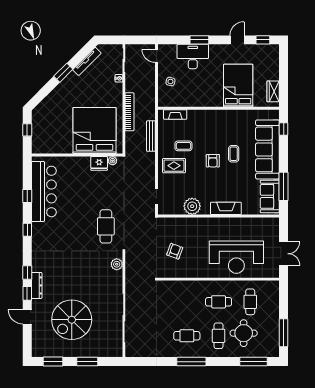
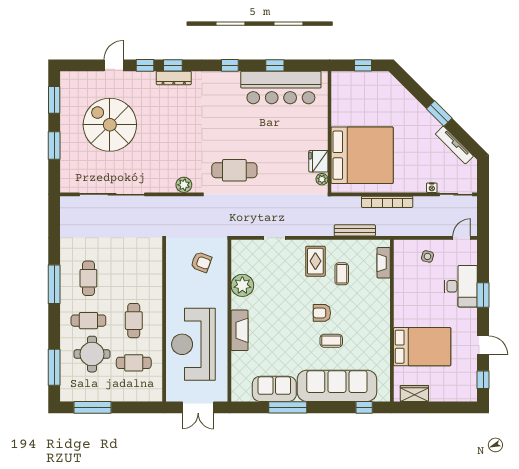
plant: (192, 206) -> (242, 285), moved
fireplace: (226, 208) -> (240, 330), moved
wall: (219, 216) -> (229, 321), moved
dresser: (37, 285) -> (174, 78), moved

